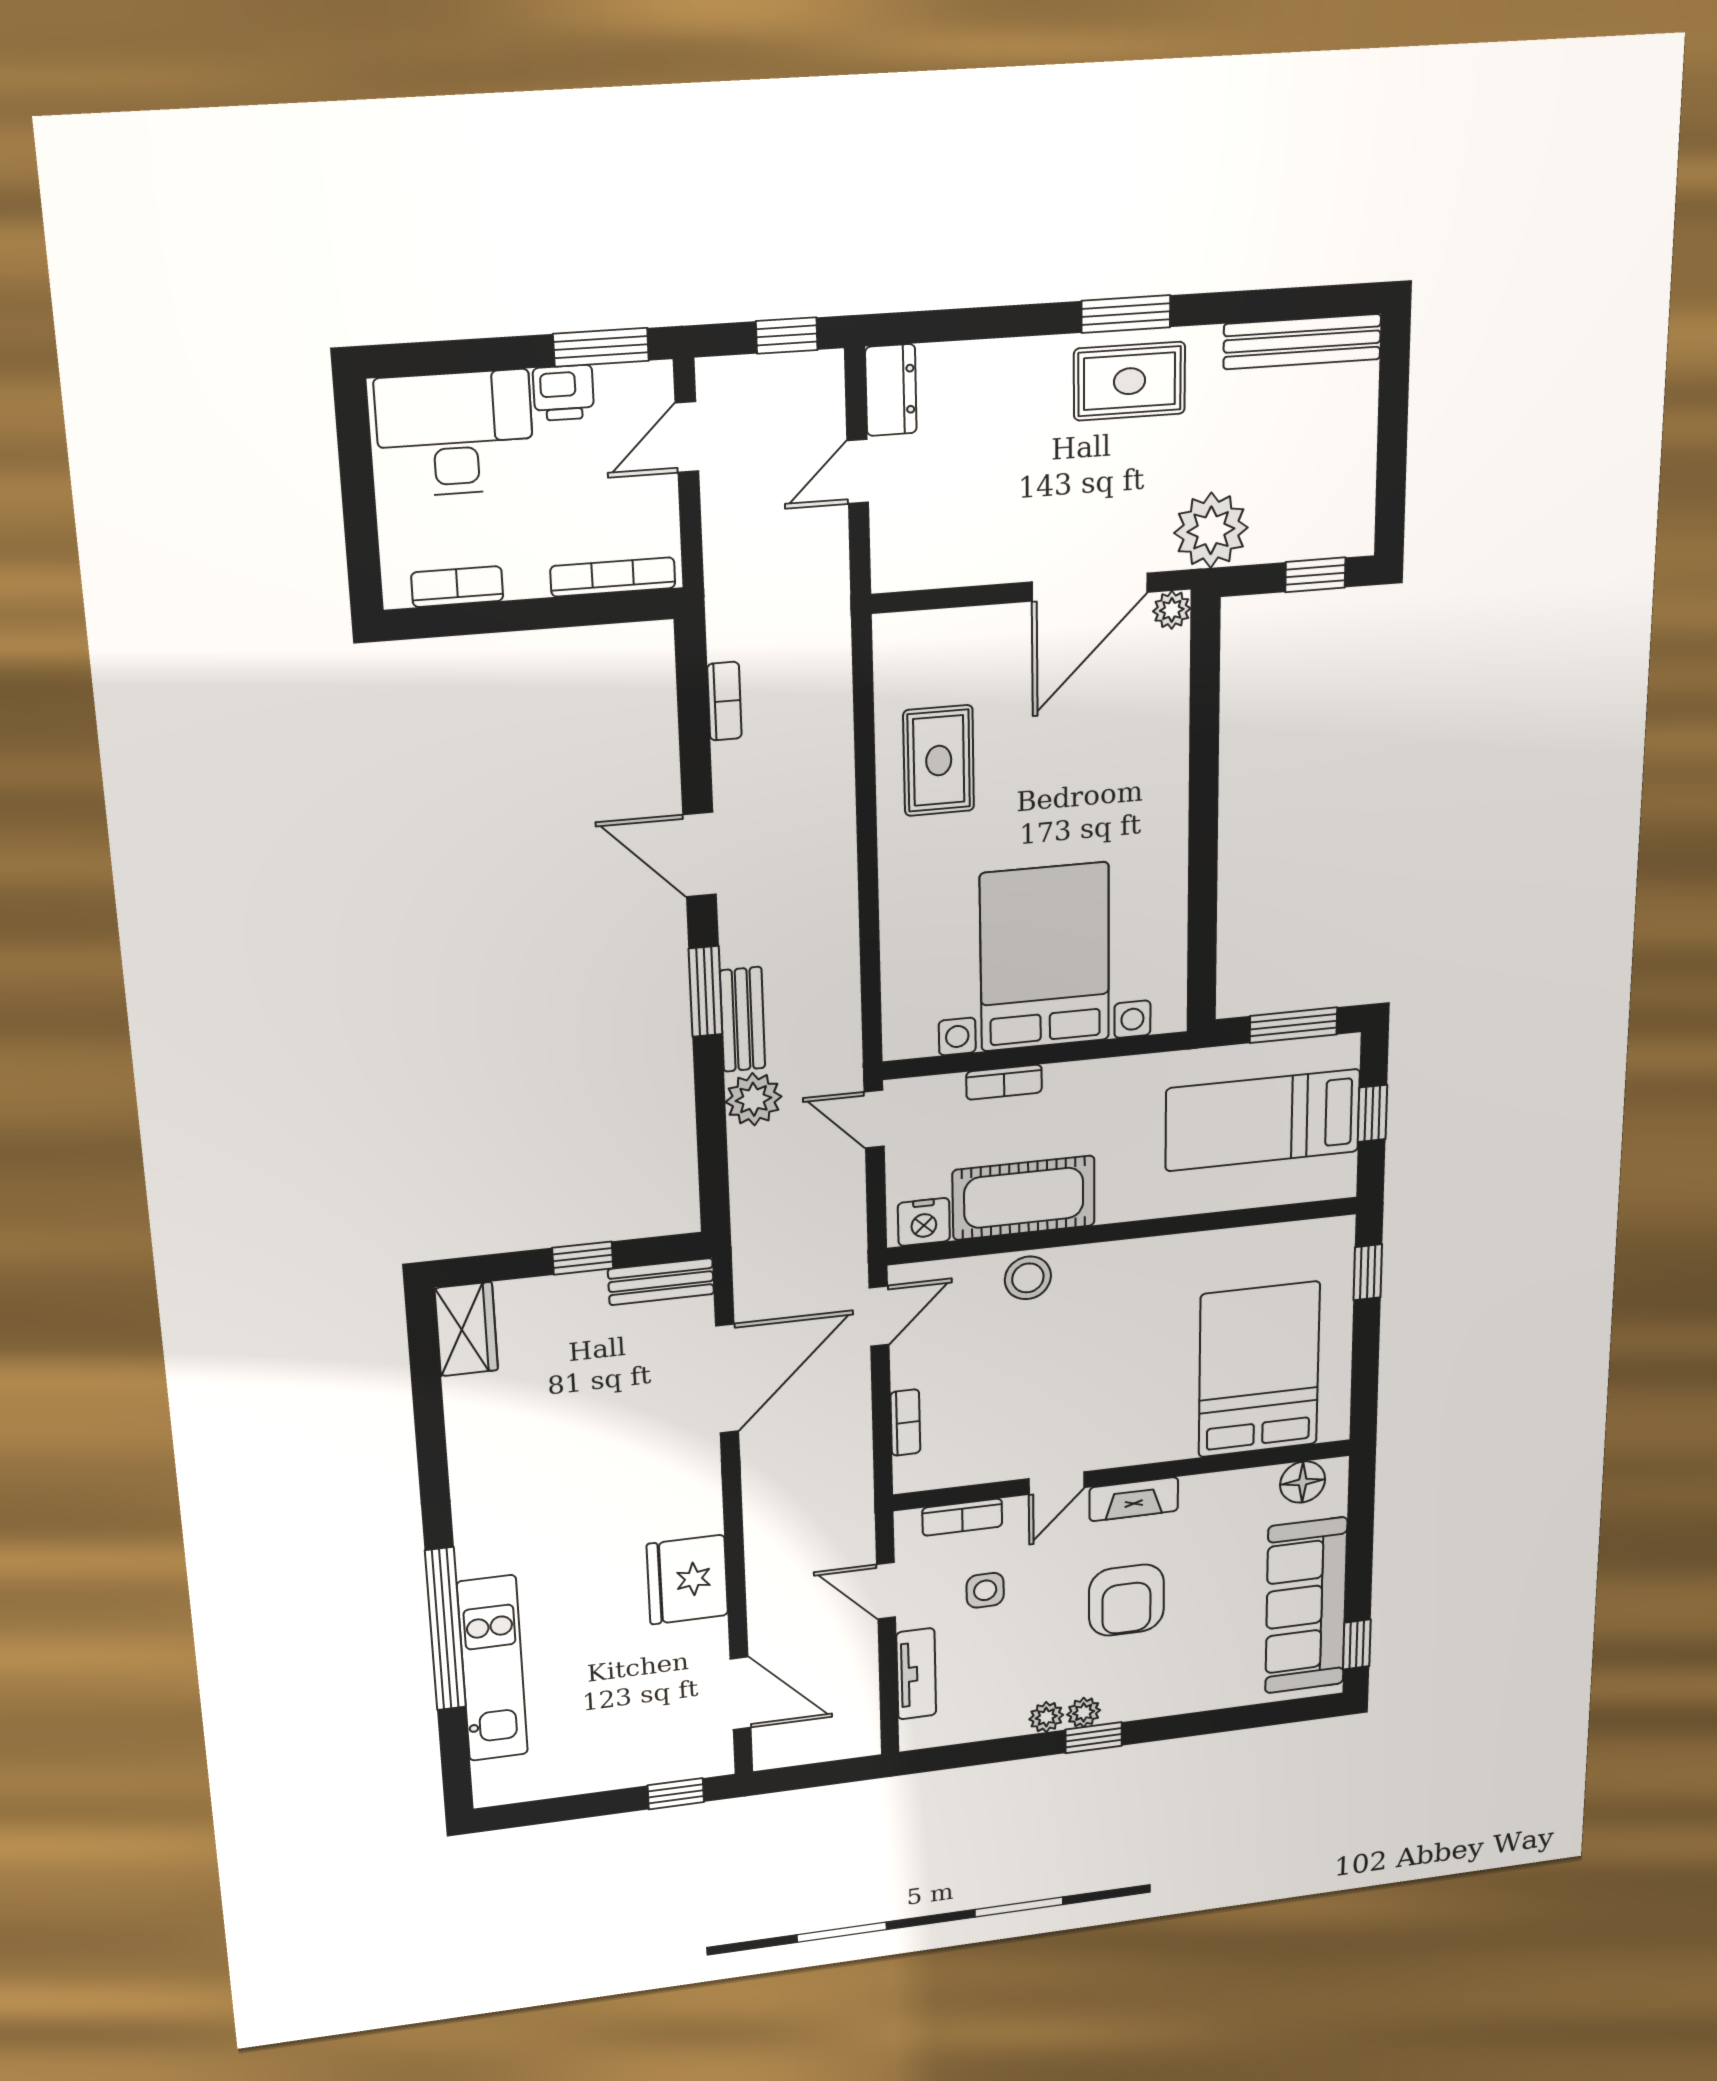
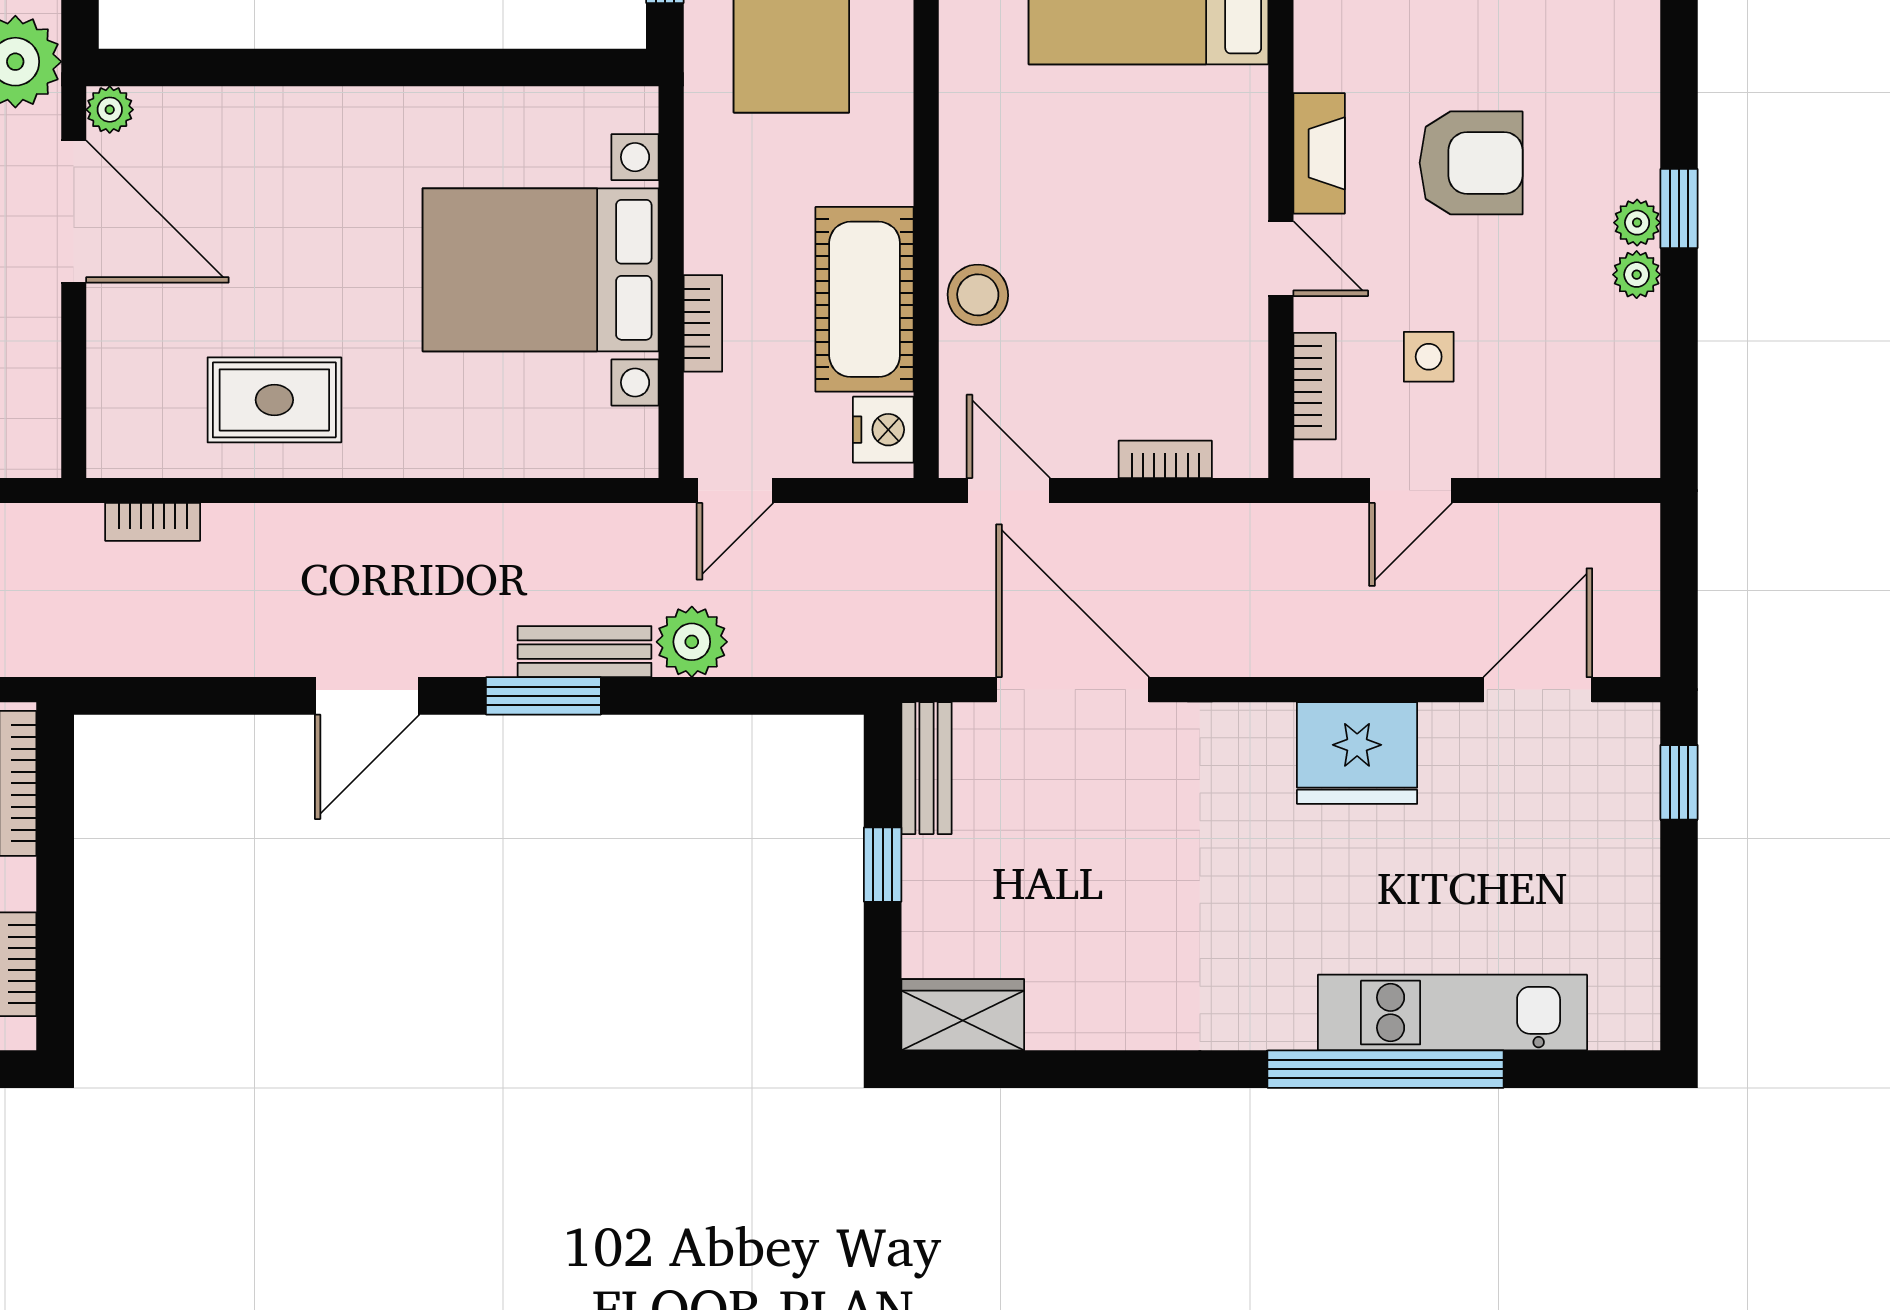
bookcase: (724, 701) -> (153, 522), moved, turned 180
tv unit: (916, 1674) -> (1543, 452), removed

